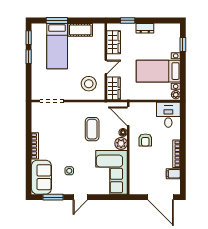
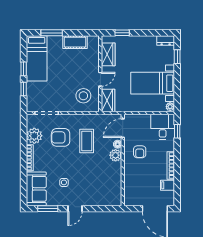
dresser: (145, 28) -> (166, 40), moved
window: (29, 38) -> (24, 89), moved
bed: (57, 46) -> (37, 58), moved
door: (128, 116) -> (123, 128), hinge flipped
window: (183, 119) -> (177, 131), added
plant: (39, 124) -> (34, 136), added
armchair: (66, 126) -> (61, 137), added
corner sofa: (112, 172) -> (106, 184), removed

